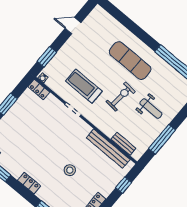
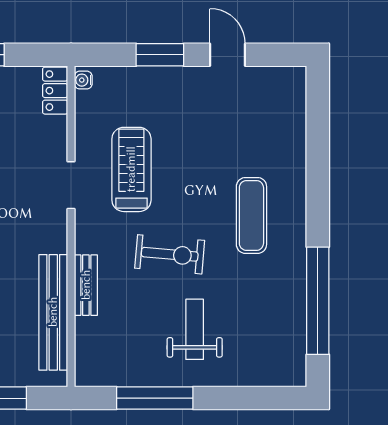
window: (47, 57) -> (160, 55), moved
exercise mat: (130, 61) -> (251, 215), width x0.73, depth x0.69
weight bench: (151, 109) -> (195, 329), turned 180
bench: (123, 144) -> (86, 285), moved

